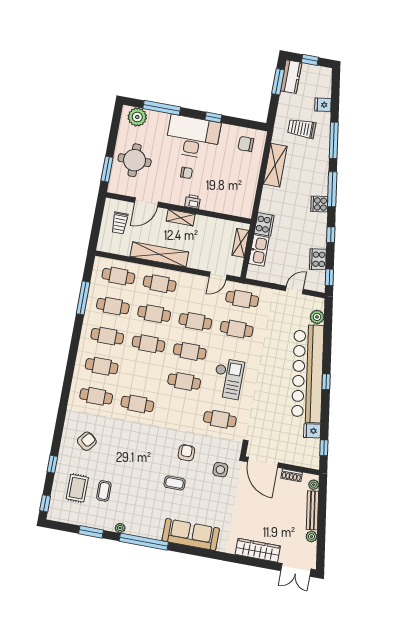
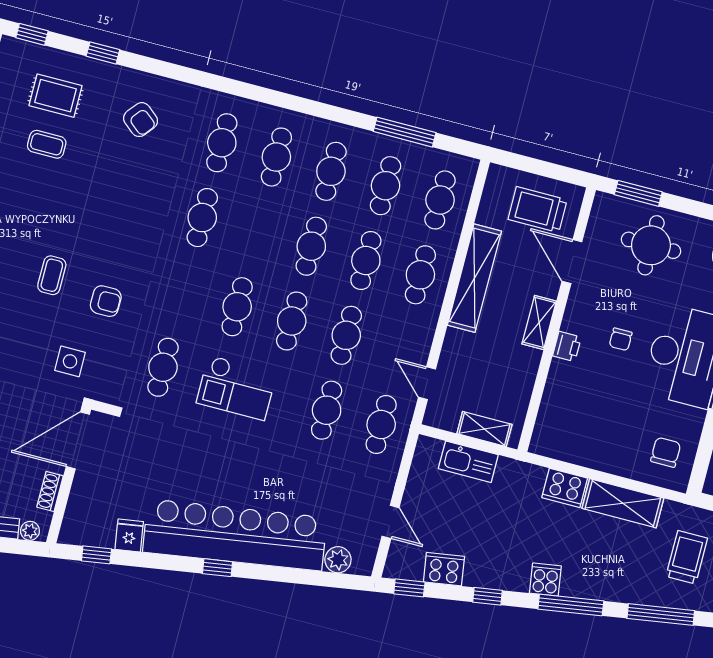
trolley: (120, 223) -> (538, 209), width x1.36, depth x1.39
cooker: (264, 224) -> (565, 488), moved

